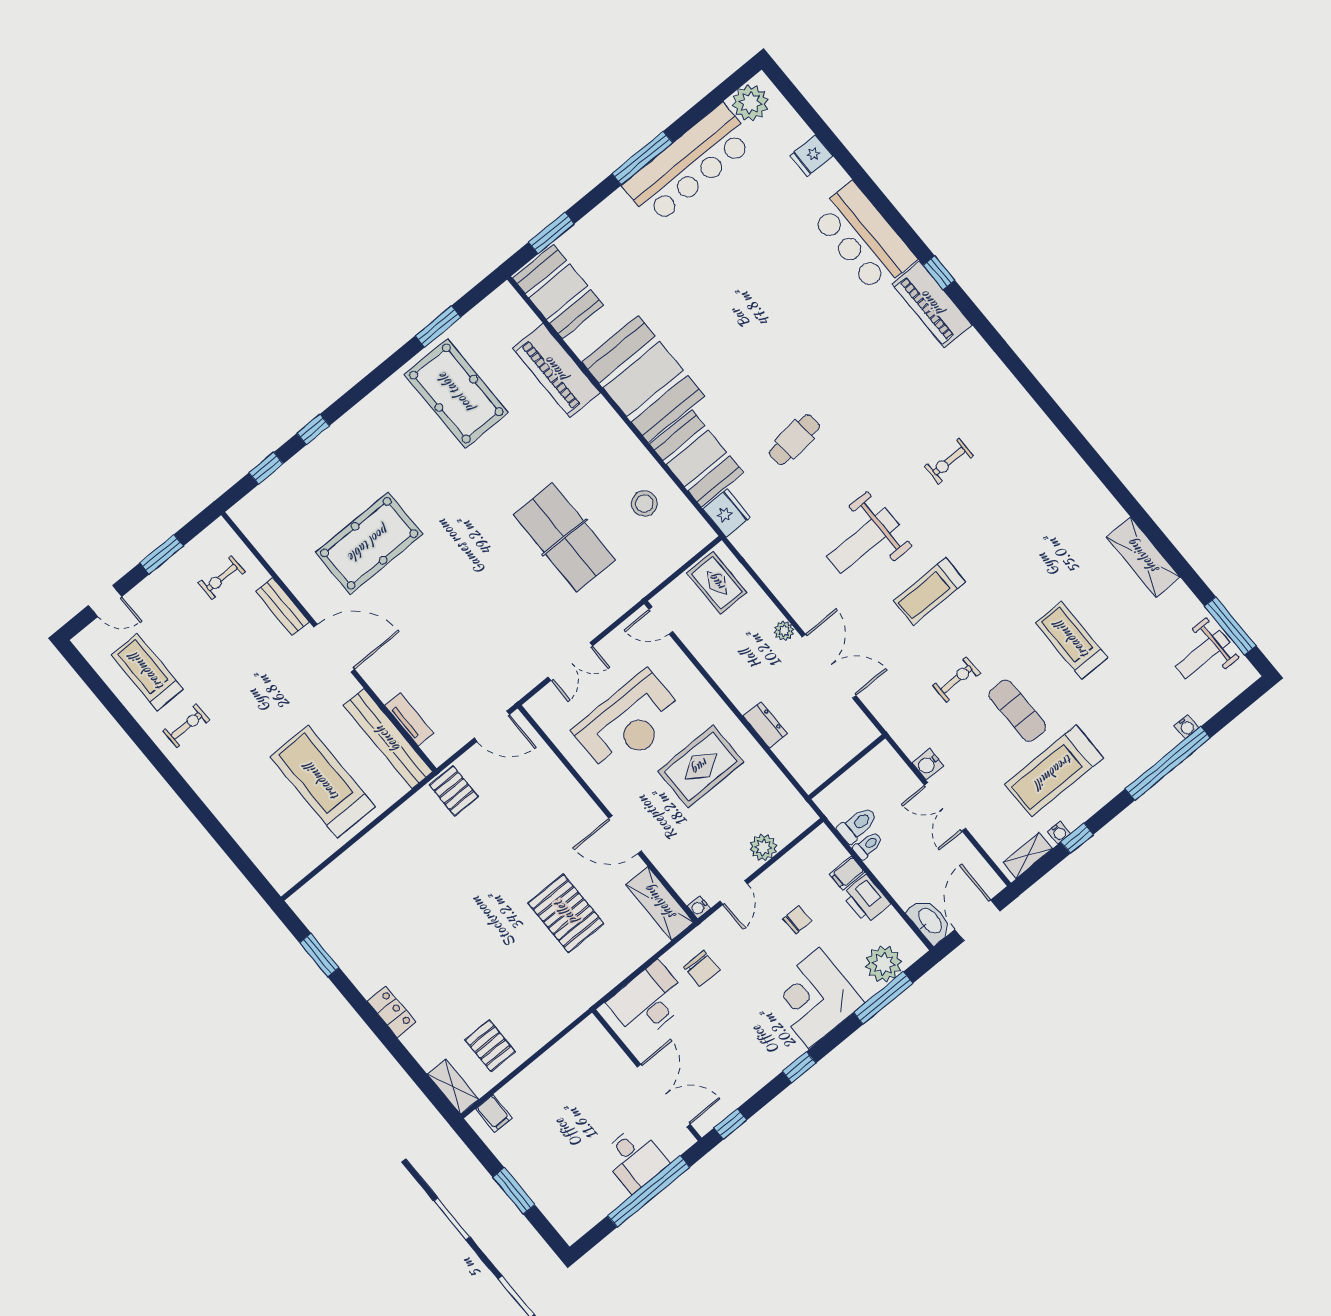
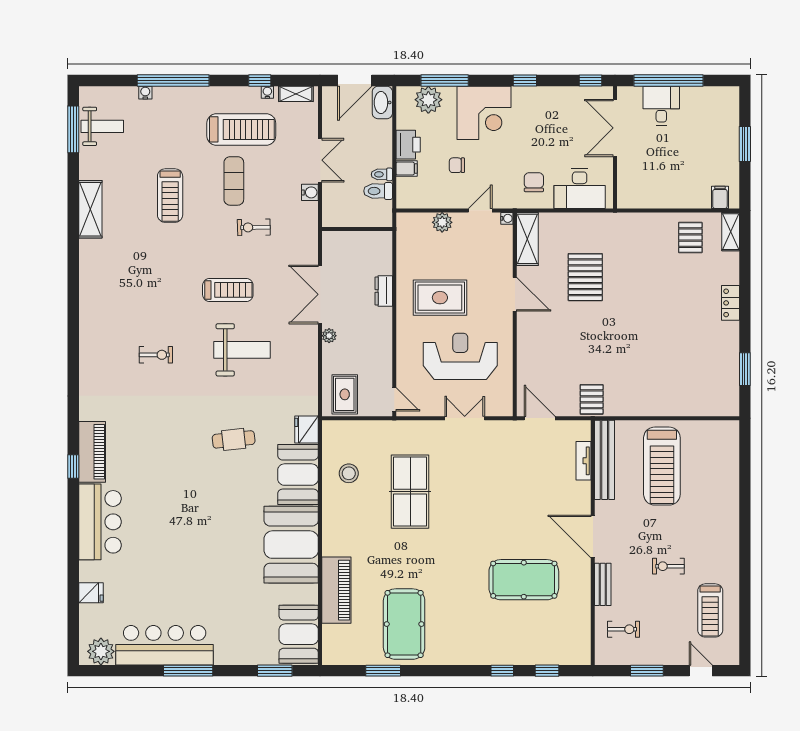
exercise bike: (187, 726) -> (668, 566), moved

